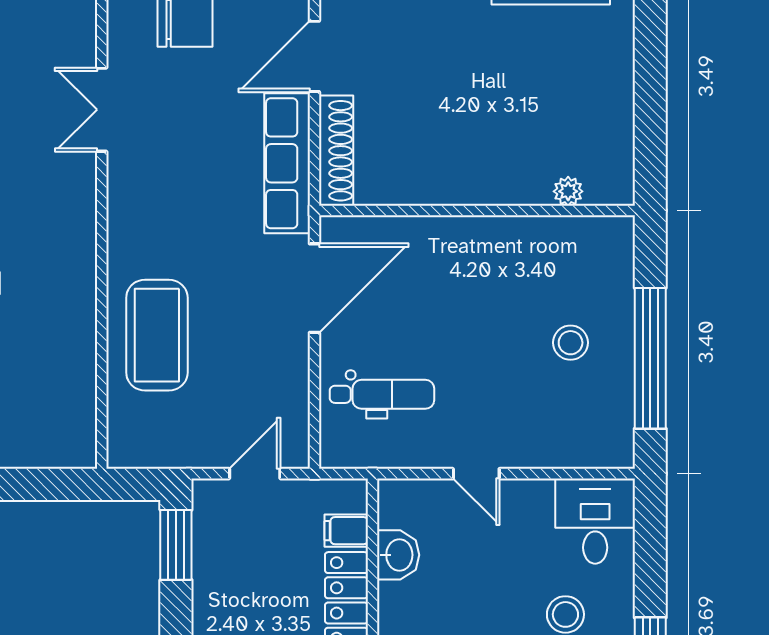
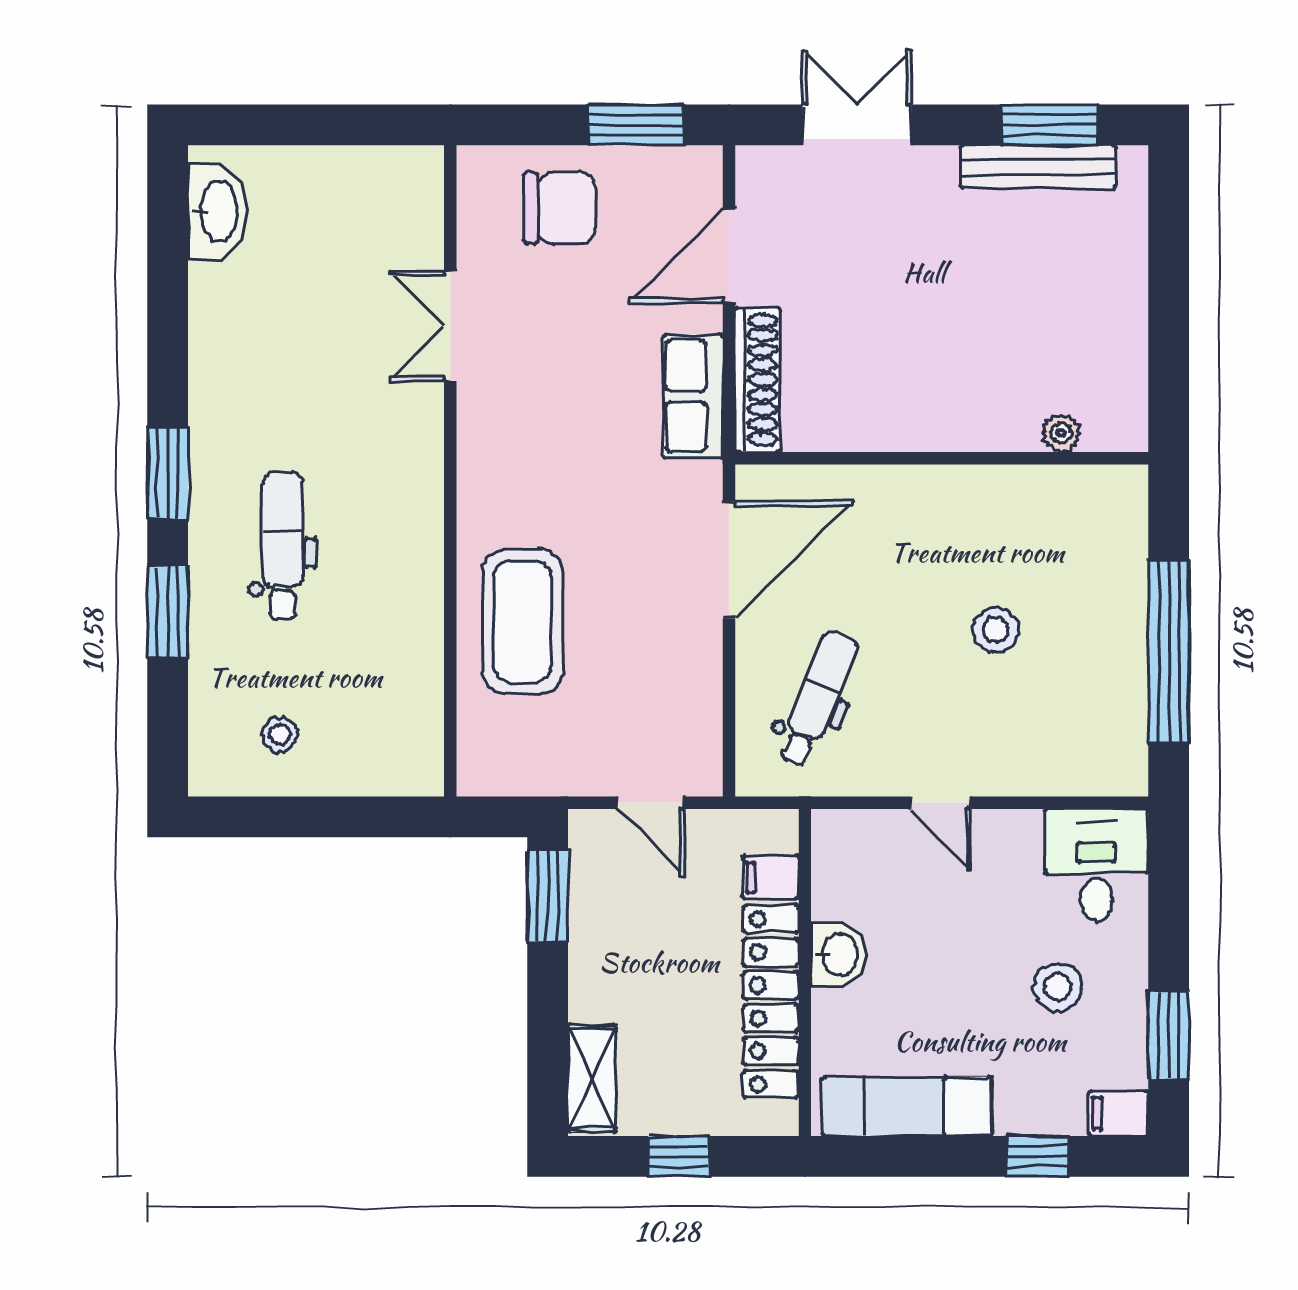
row of seats: (287, 163) -> (693, 396), width x0.68
stool: (571, 343) -> (996, 630), moved
dental chair: (382, 394) -> (817, 699), turned -68
door: (255, 474) -> (651, 803), swing flipped
washbasin: (398, 555) -> (838, 954), moved

